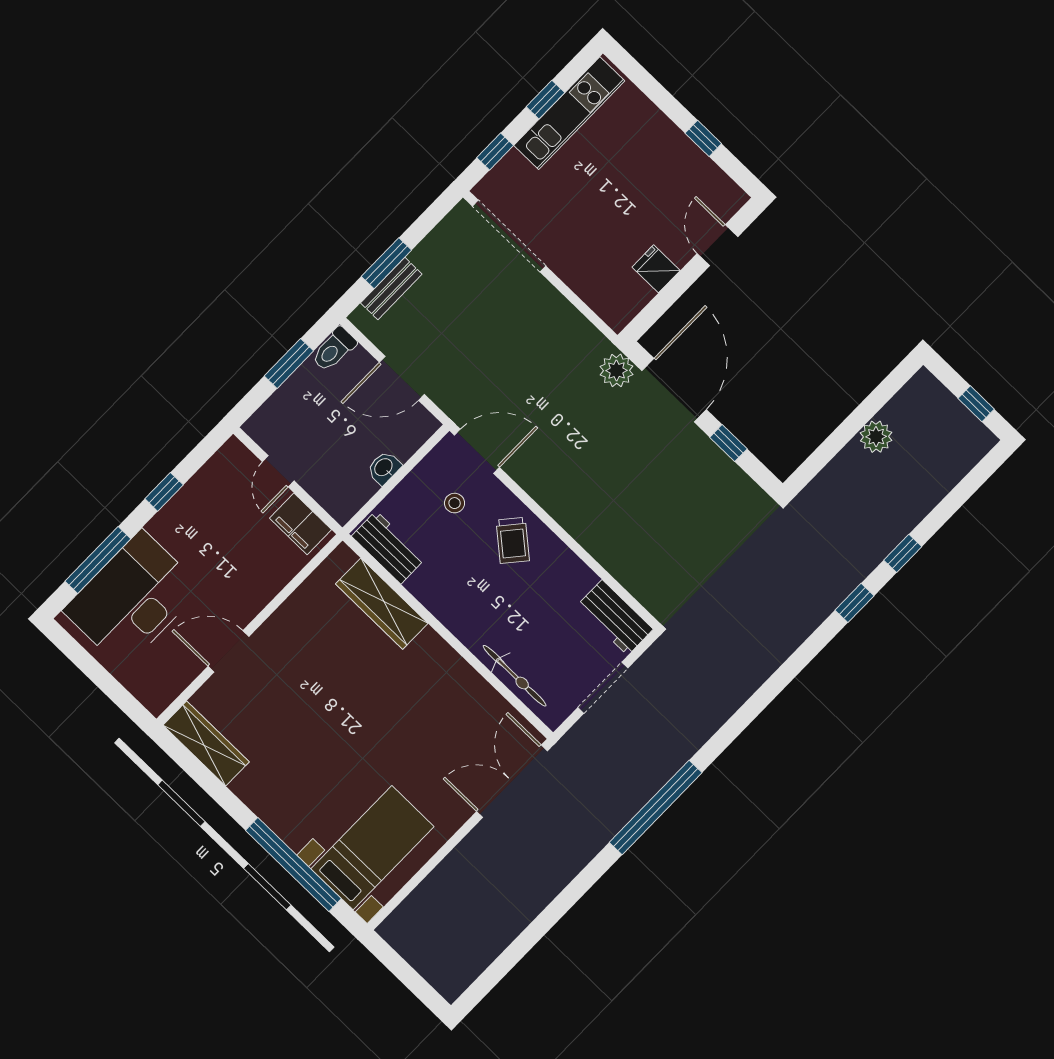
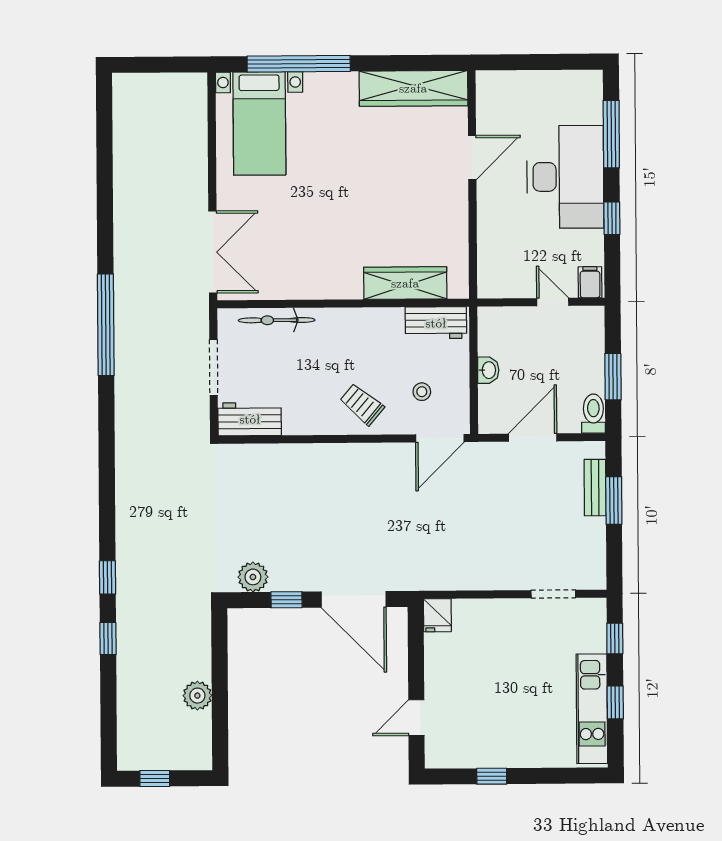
doorway: (509, 236) -> (553, 594), width x0.53
door: (717, 245) -> (416, 718), swing flipped
fridge: (656, 269) -> (437, 615), moved, turned 90
plant: (617, 370) -> (253, 577), moved
filing cabinet: (300, 524) -> (590, 282), moved, width x0.50
desk: (132, 599) -> (565, 177), moved
wardrobe: (206, 743) -> (413, 88), width x1.40, depth x1.17

